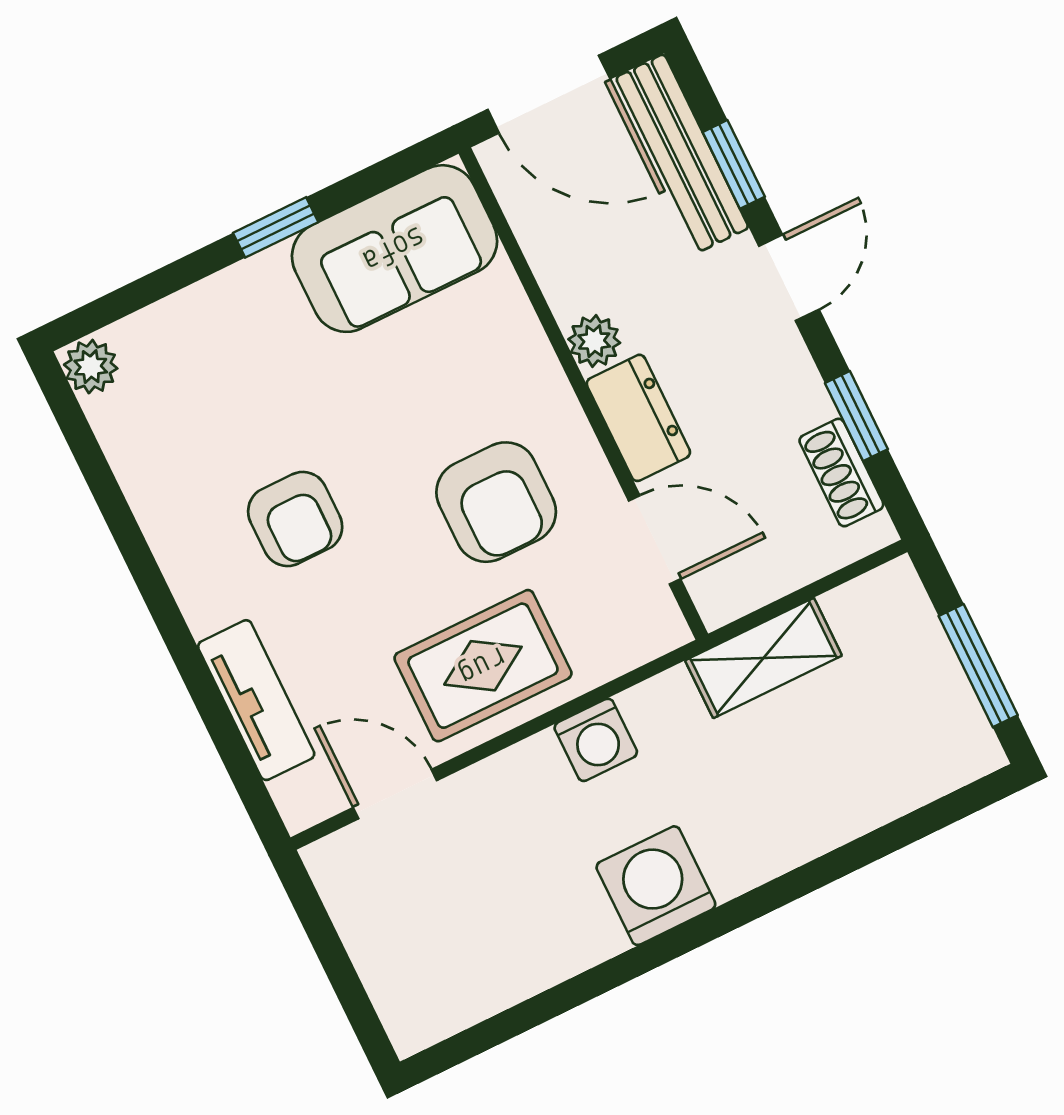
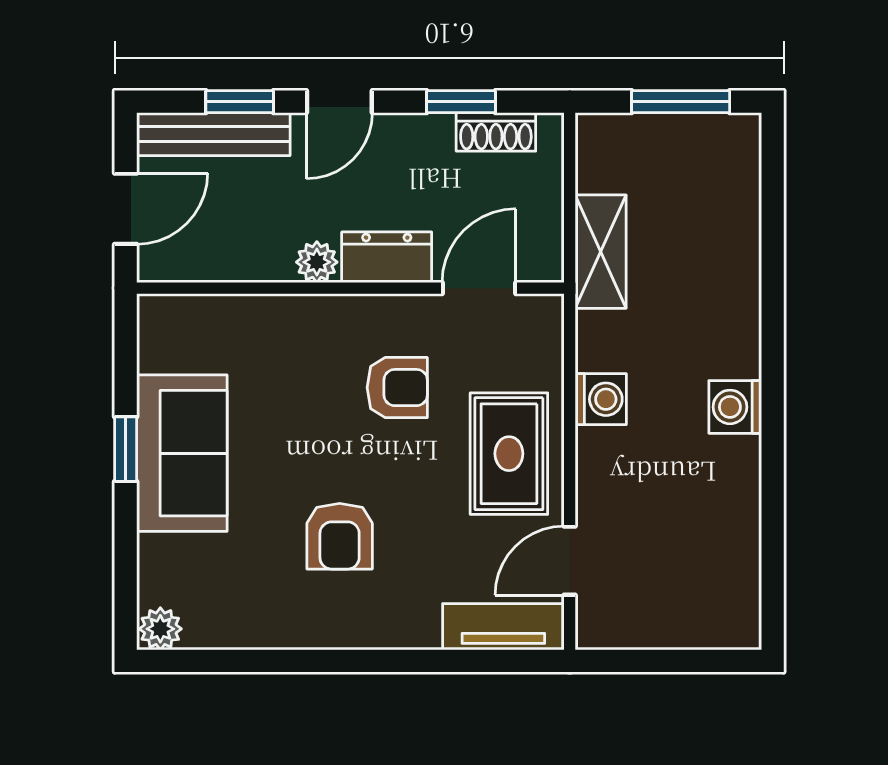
door: (549, 94) -> (126, 209), width x0.73
sofa: (395, 249) -> (182, 453), moved
door: (789, 278) -> (339, 102), swing flipped
armchair: (496, 502) -> (397, 388), width x0.72, depth x0.72
armchair: (295, 519) -> (340, 536), turned 90
tv unit: (256, 700) -> (503, 627), moved
washing machine: (656, 886) -> (735, 407), width x0.73, depth x0.73

